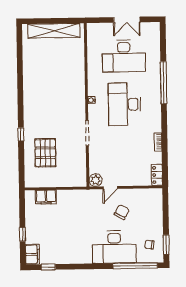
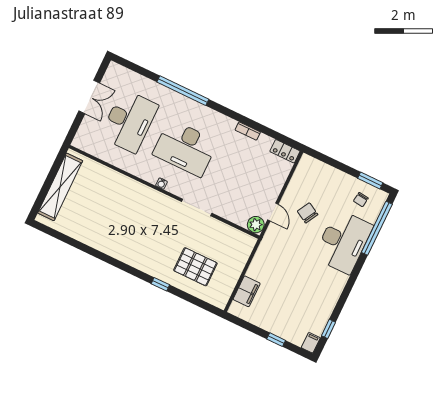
filing cabinet: (32, 254) -> (311, 343), width x0.50

